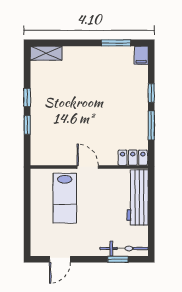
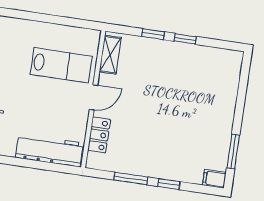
shelving: (46, 53) -> (110, 55), moved
locker: (133, 158) -> (99, 135), moved
lab bench: (65, 198) -> (61, 65), turned 180

